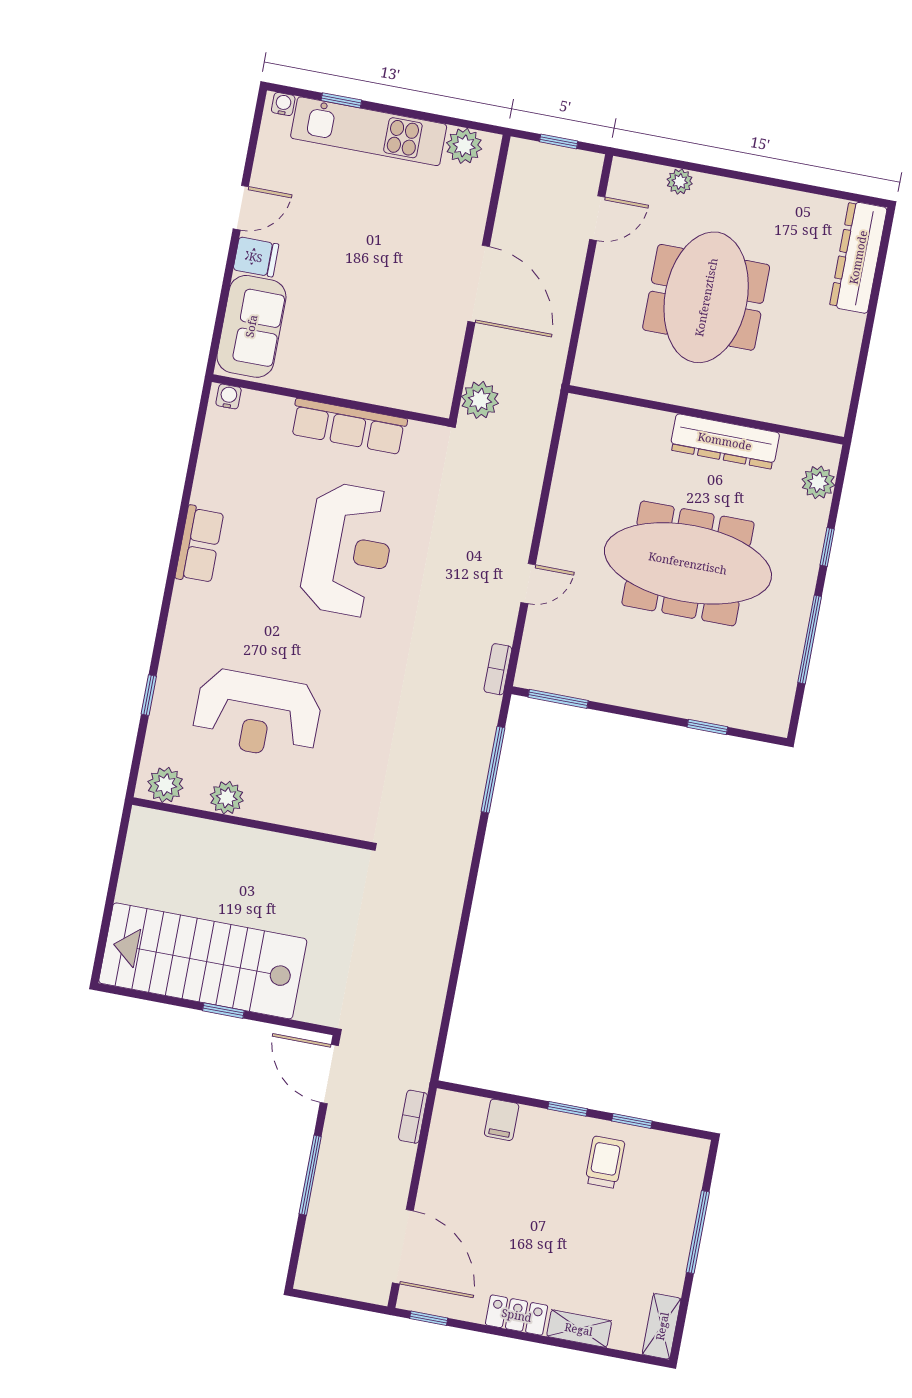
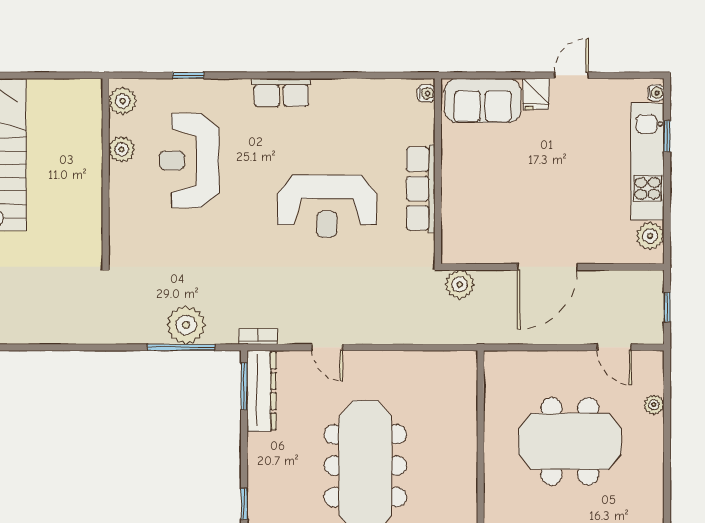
door: (241, 208) -> (571, 75), swing flipped
dresser: (725, 441) -> (262, 391), moved, turned 180
row of seats: (199, 545) -> (281, 92), moved
plant: (466, 758) -> (186, 325), added

